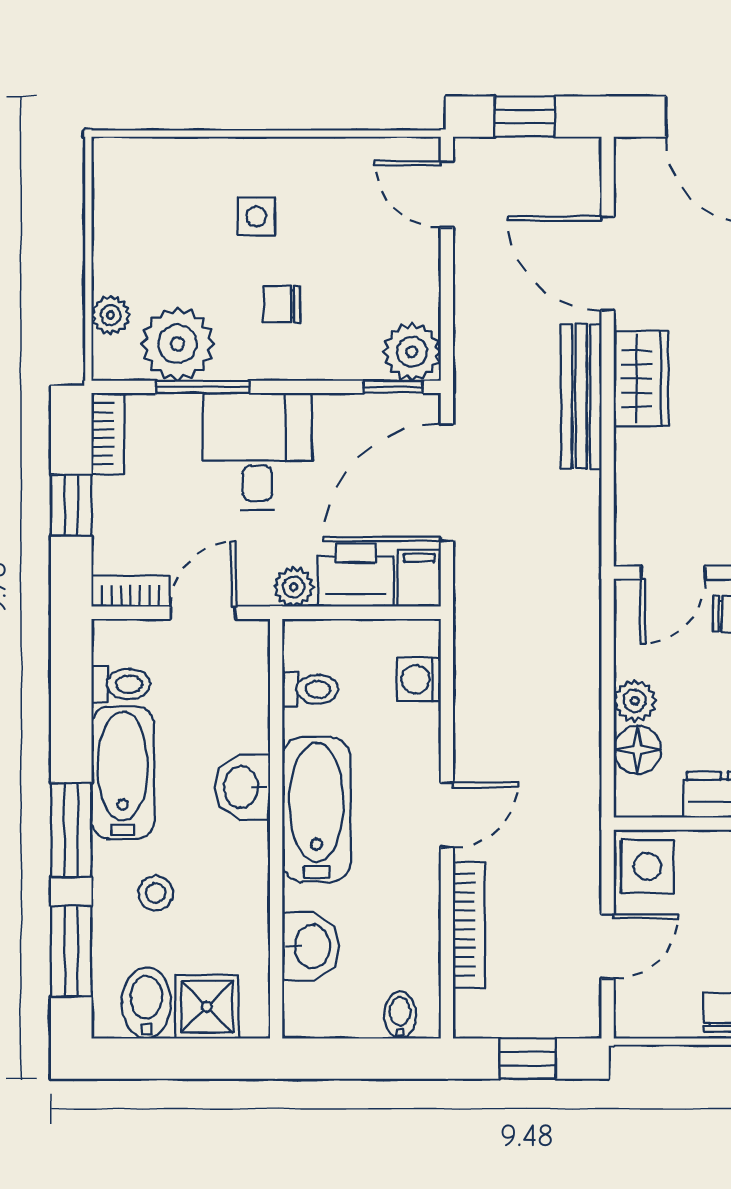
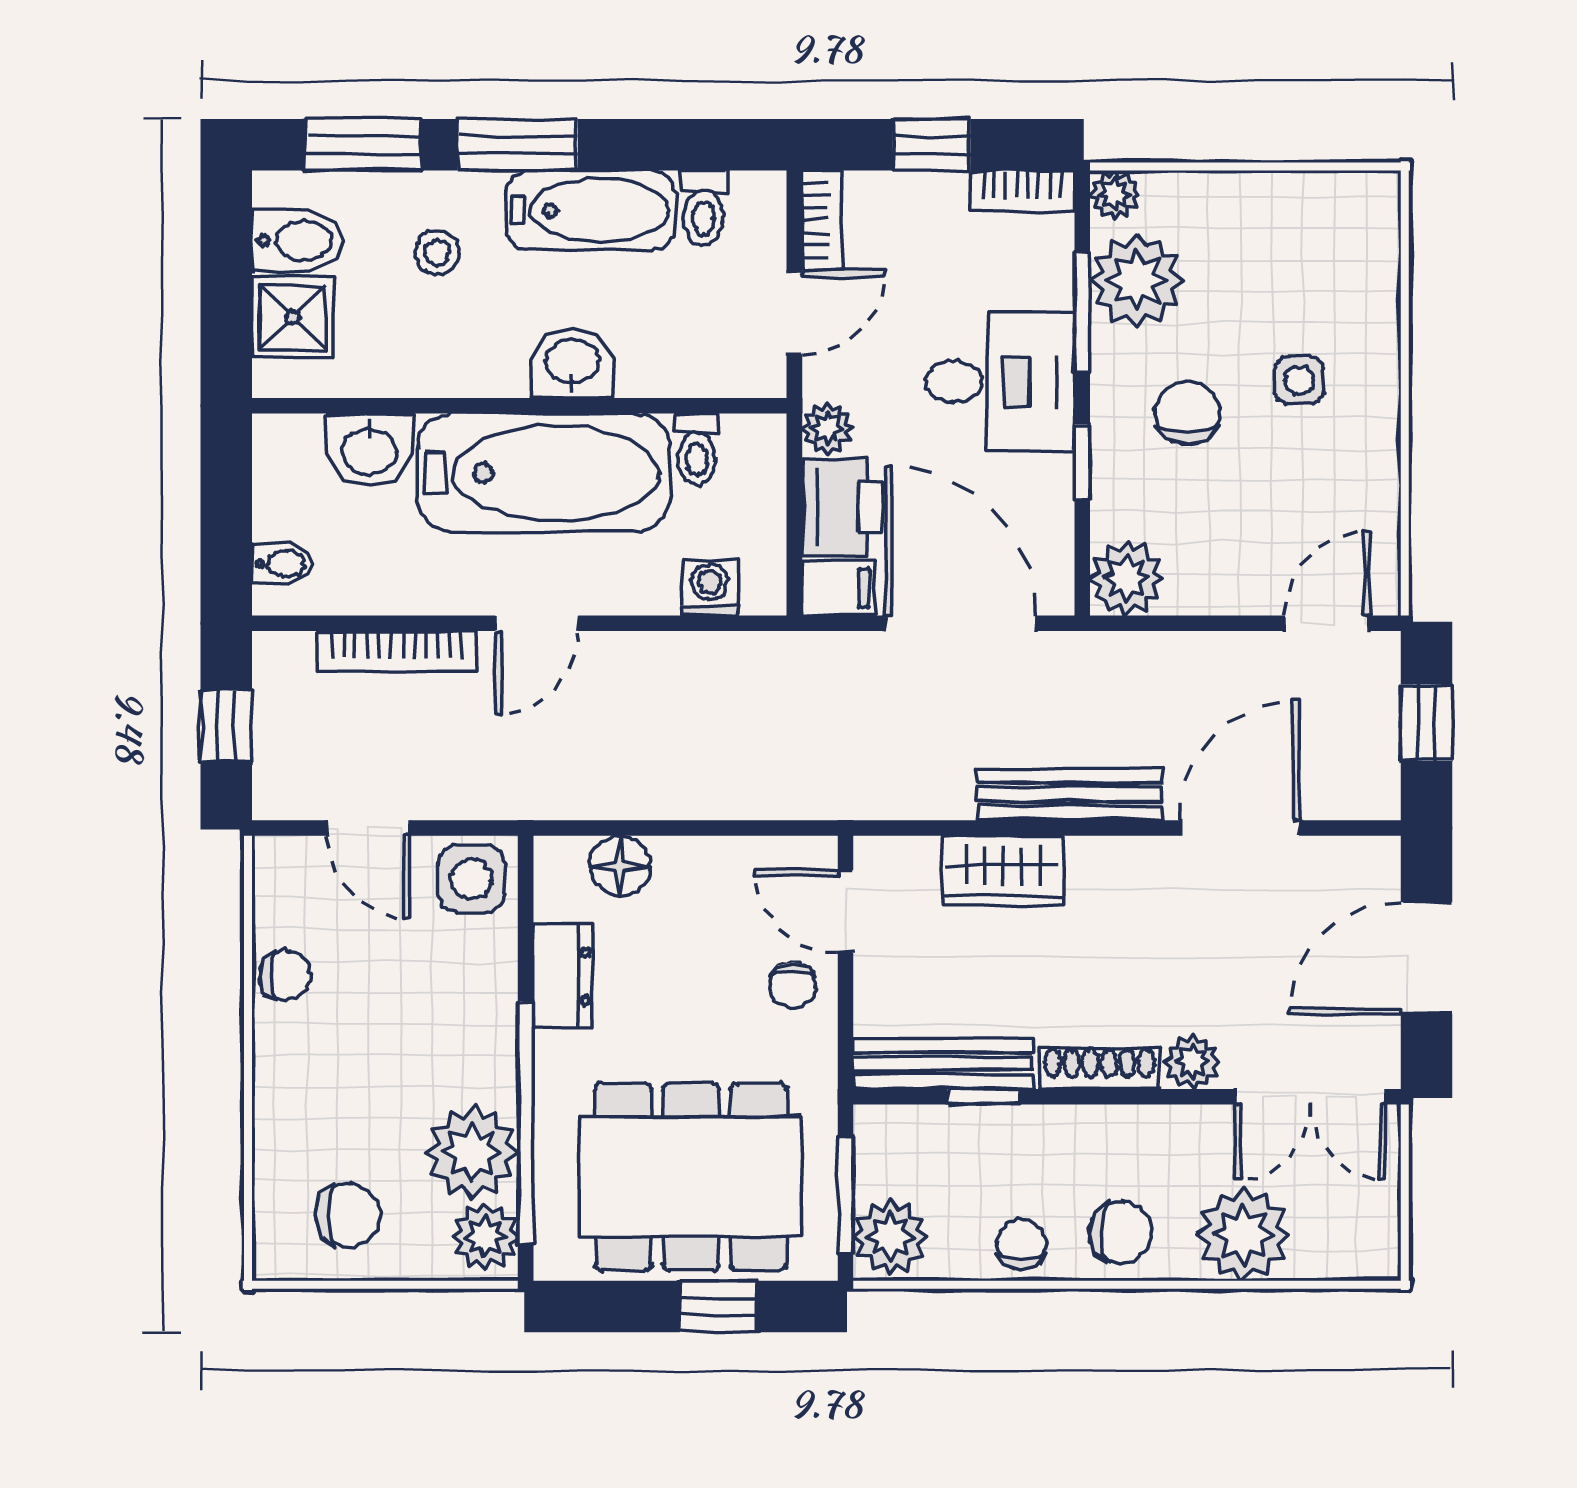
chair: (282, 304) -> (1187, 413), width x1.37, depth x1.37
plant: (111, 315) -> (1114, 195), moved
wardrobe: (641, 379) -> (1003, 871), moved
window: (393, 387) -> (1082, 462), moved
door: (203, 613) -> (794, 313), hinge flipped
plant: (635, 701) -> (682, 863), removed
bathtub: (316, 810) -> (544, 473), width x1.36, depth x1.36
door: (447, 815) -> (537, 623), hinge flipped

